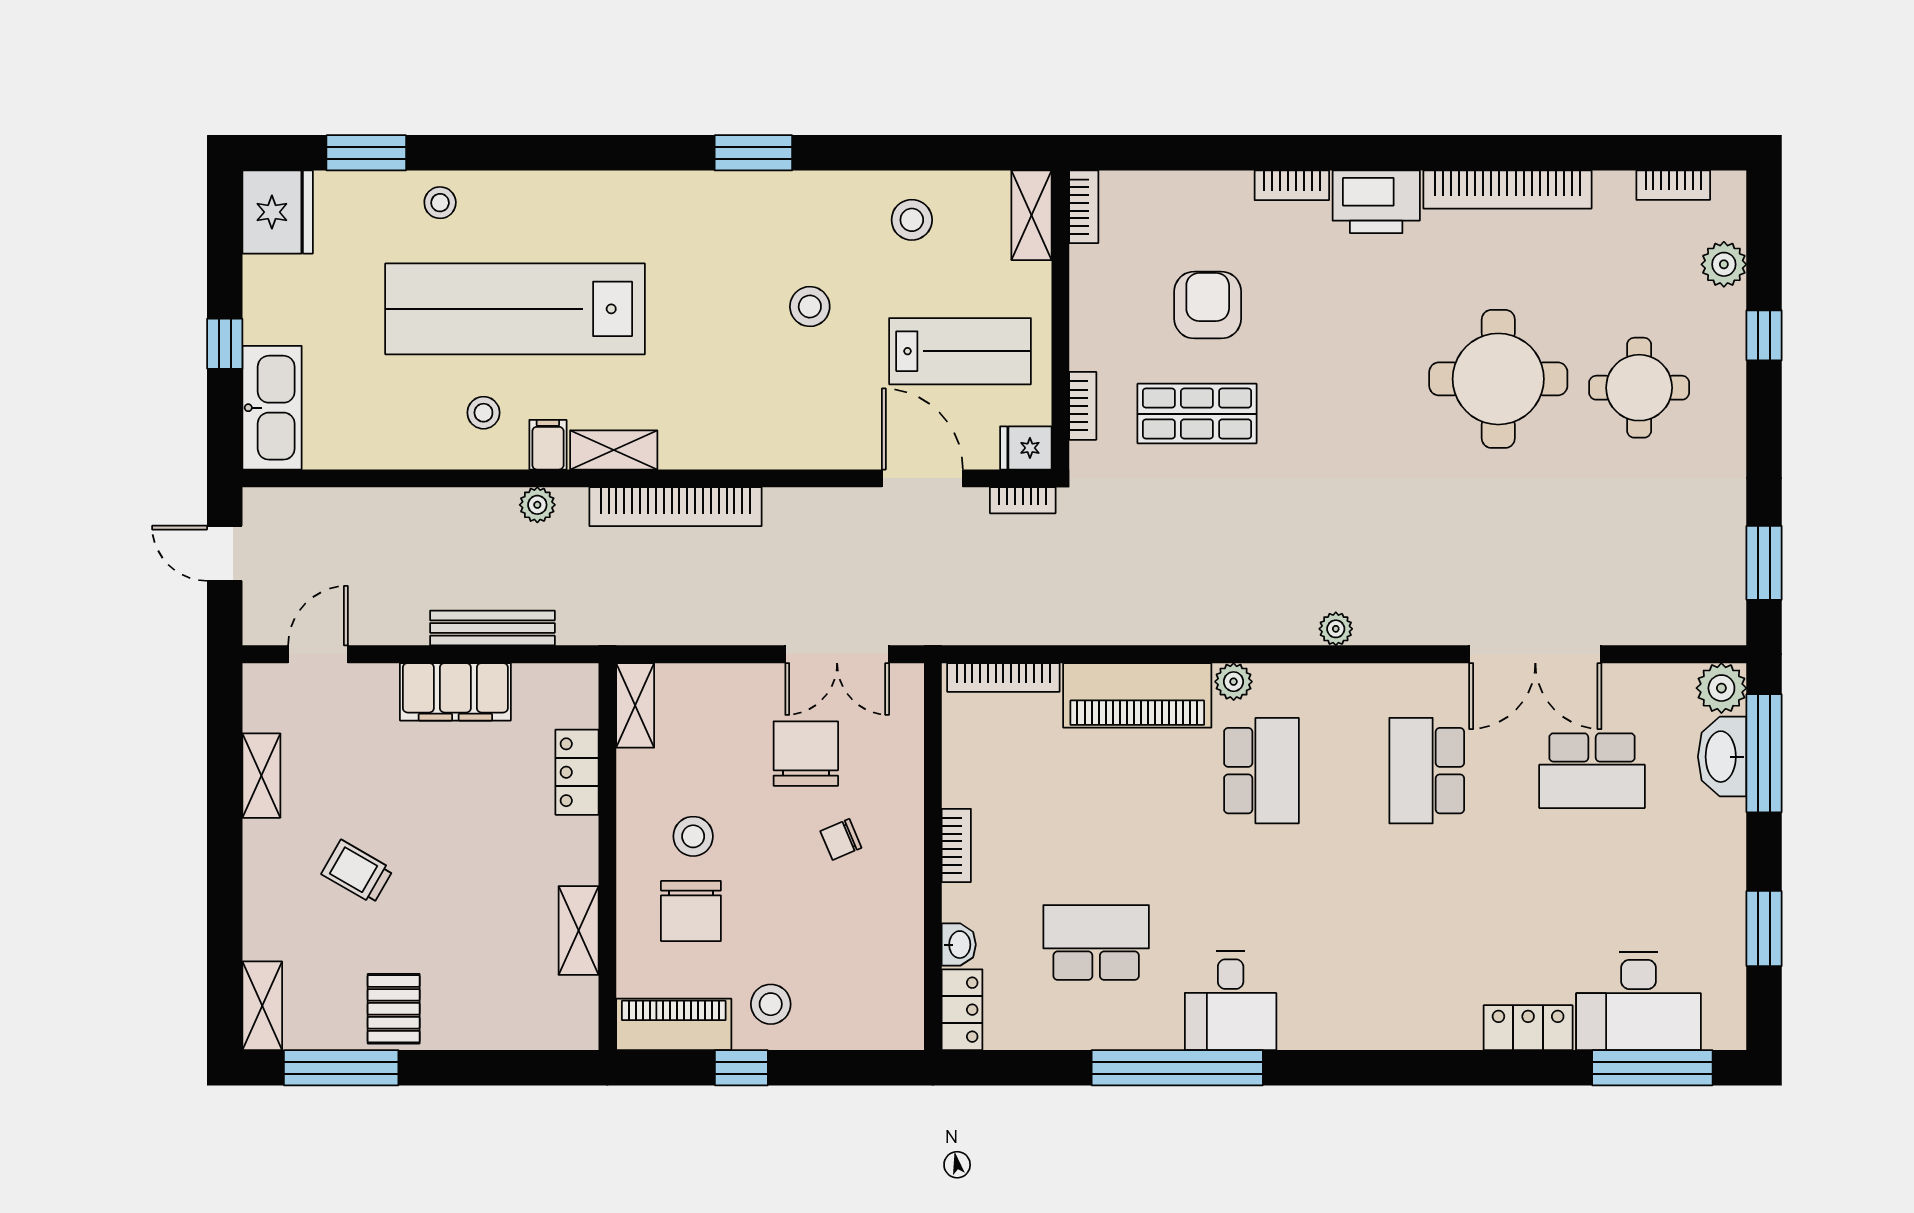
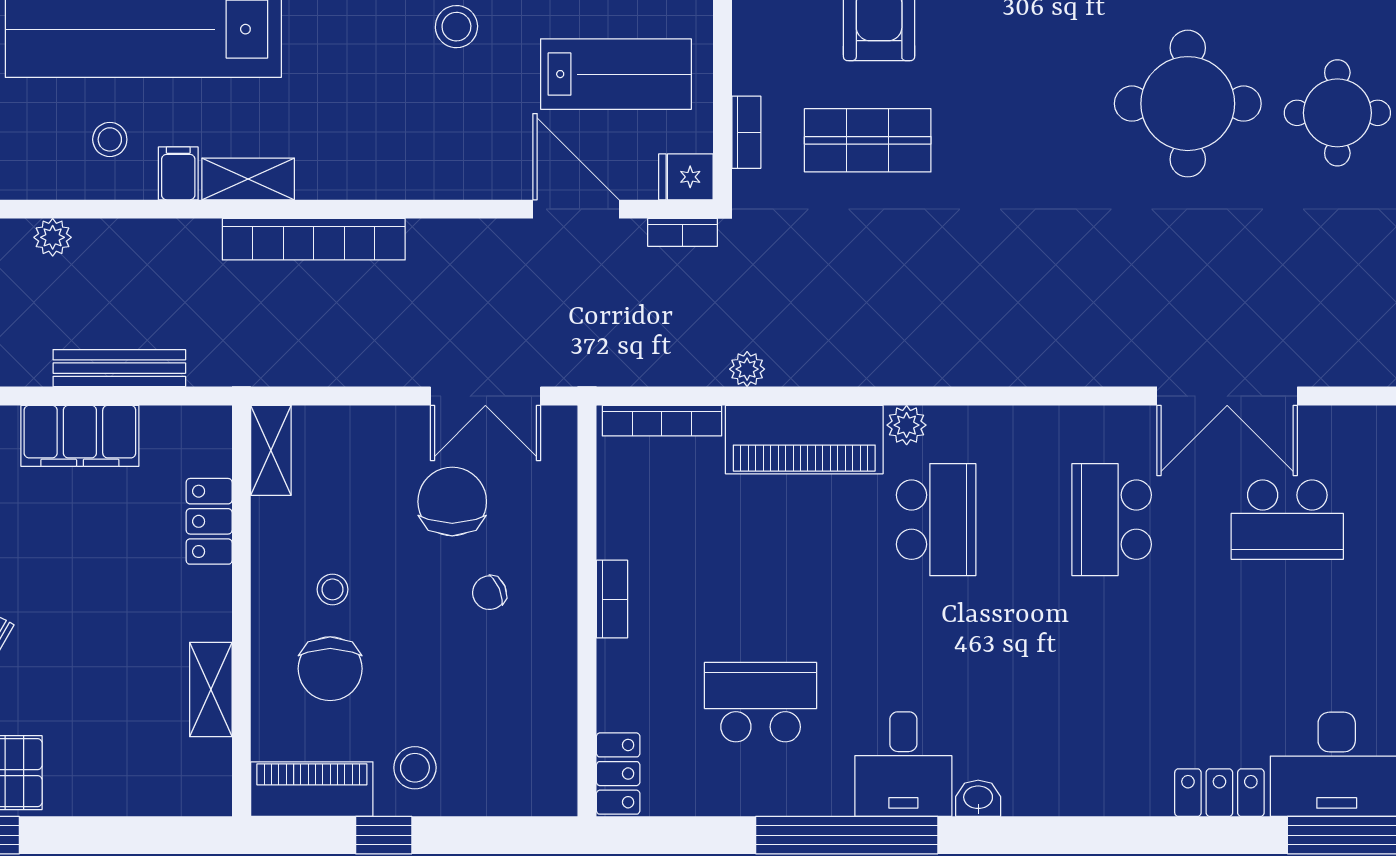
plant: (537, 505) -> (53, 237), moved
plant: (1336, 629) -> (747, 369), moved
stool: (693, 836) -> (332, 589), width x0.73, depth x0.73
washbasin: (959, 945) -> (978, 798), moved, turned -90

